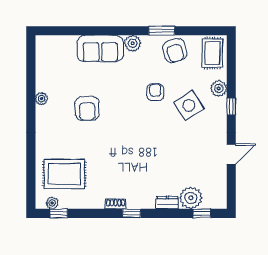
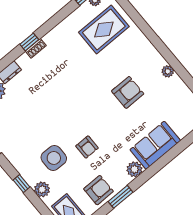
armchair: (175, 51) -> (98, 190), turned 105
side table: (189, 105) -> (54, 158), turned 32
armchair: (87, 109) -> (128, 92), turned 92
shoe rack: (116, 204) -> (36, 48), moved

